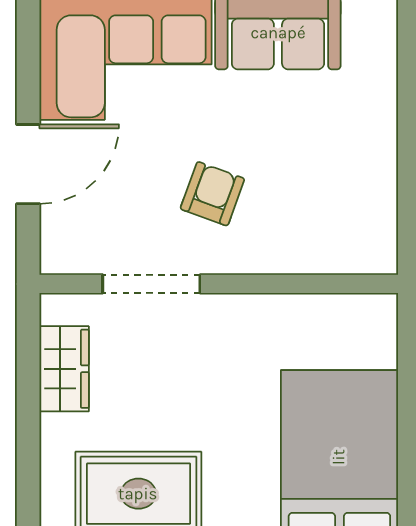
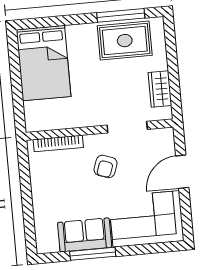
bookcase: (322, 260) -> (58, 143), added

